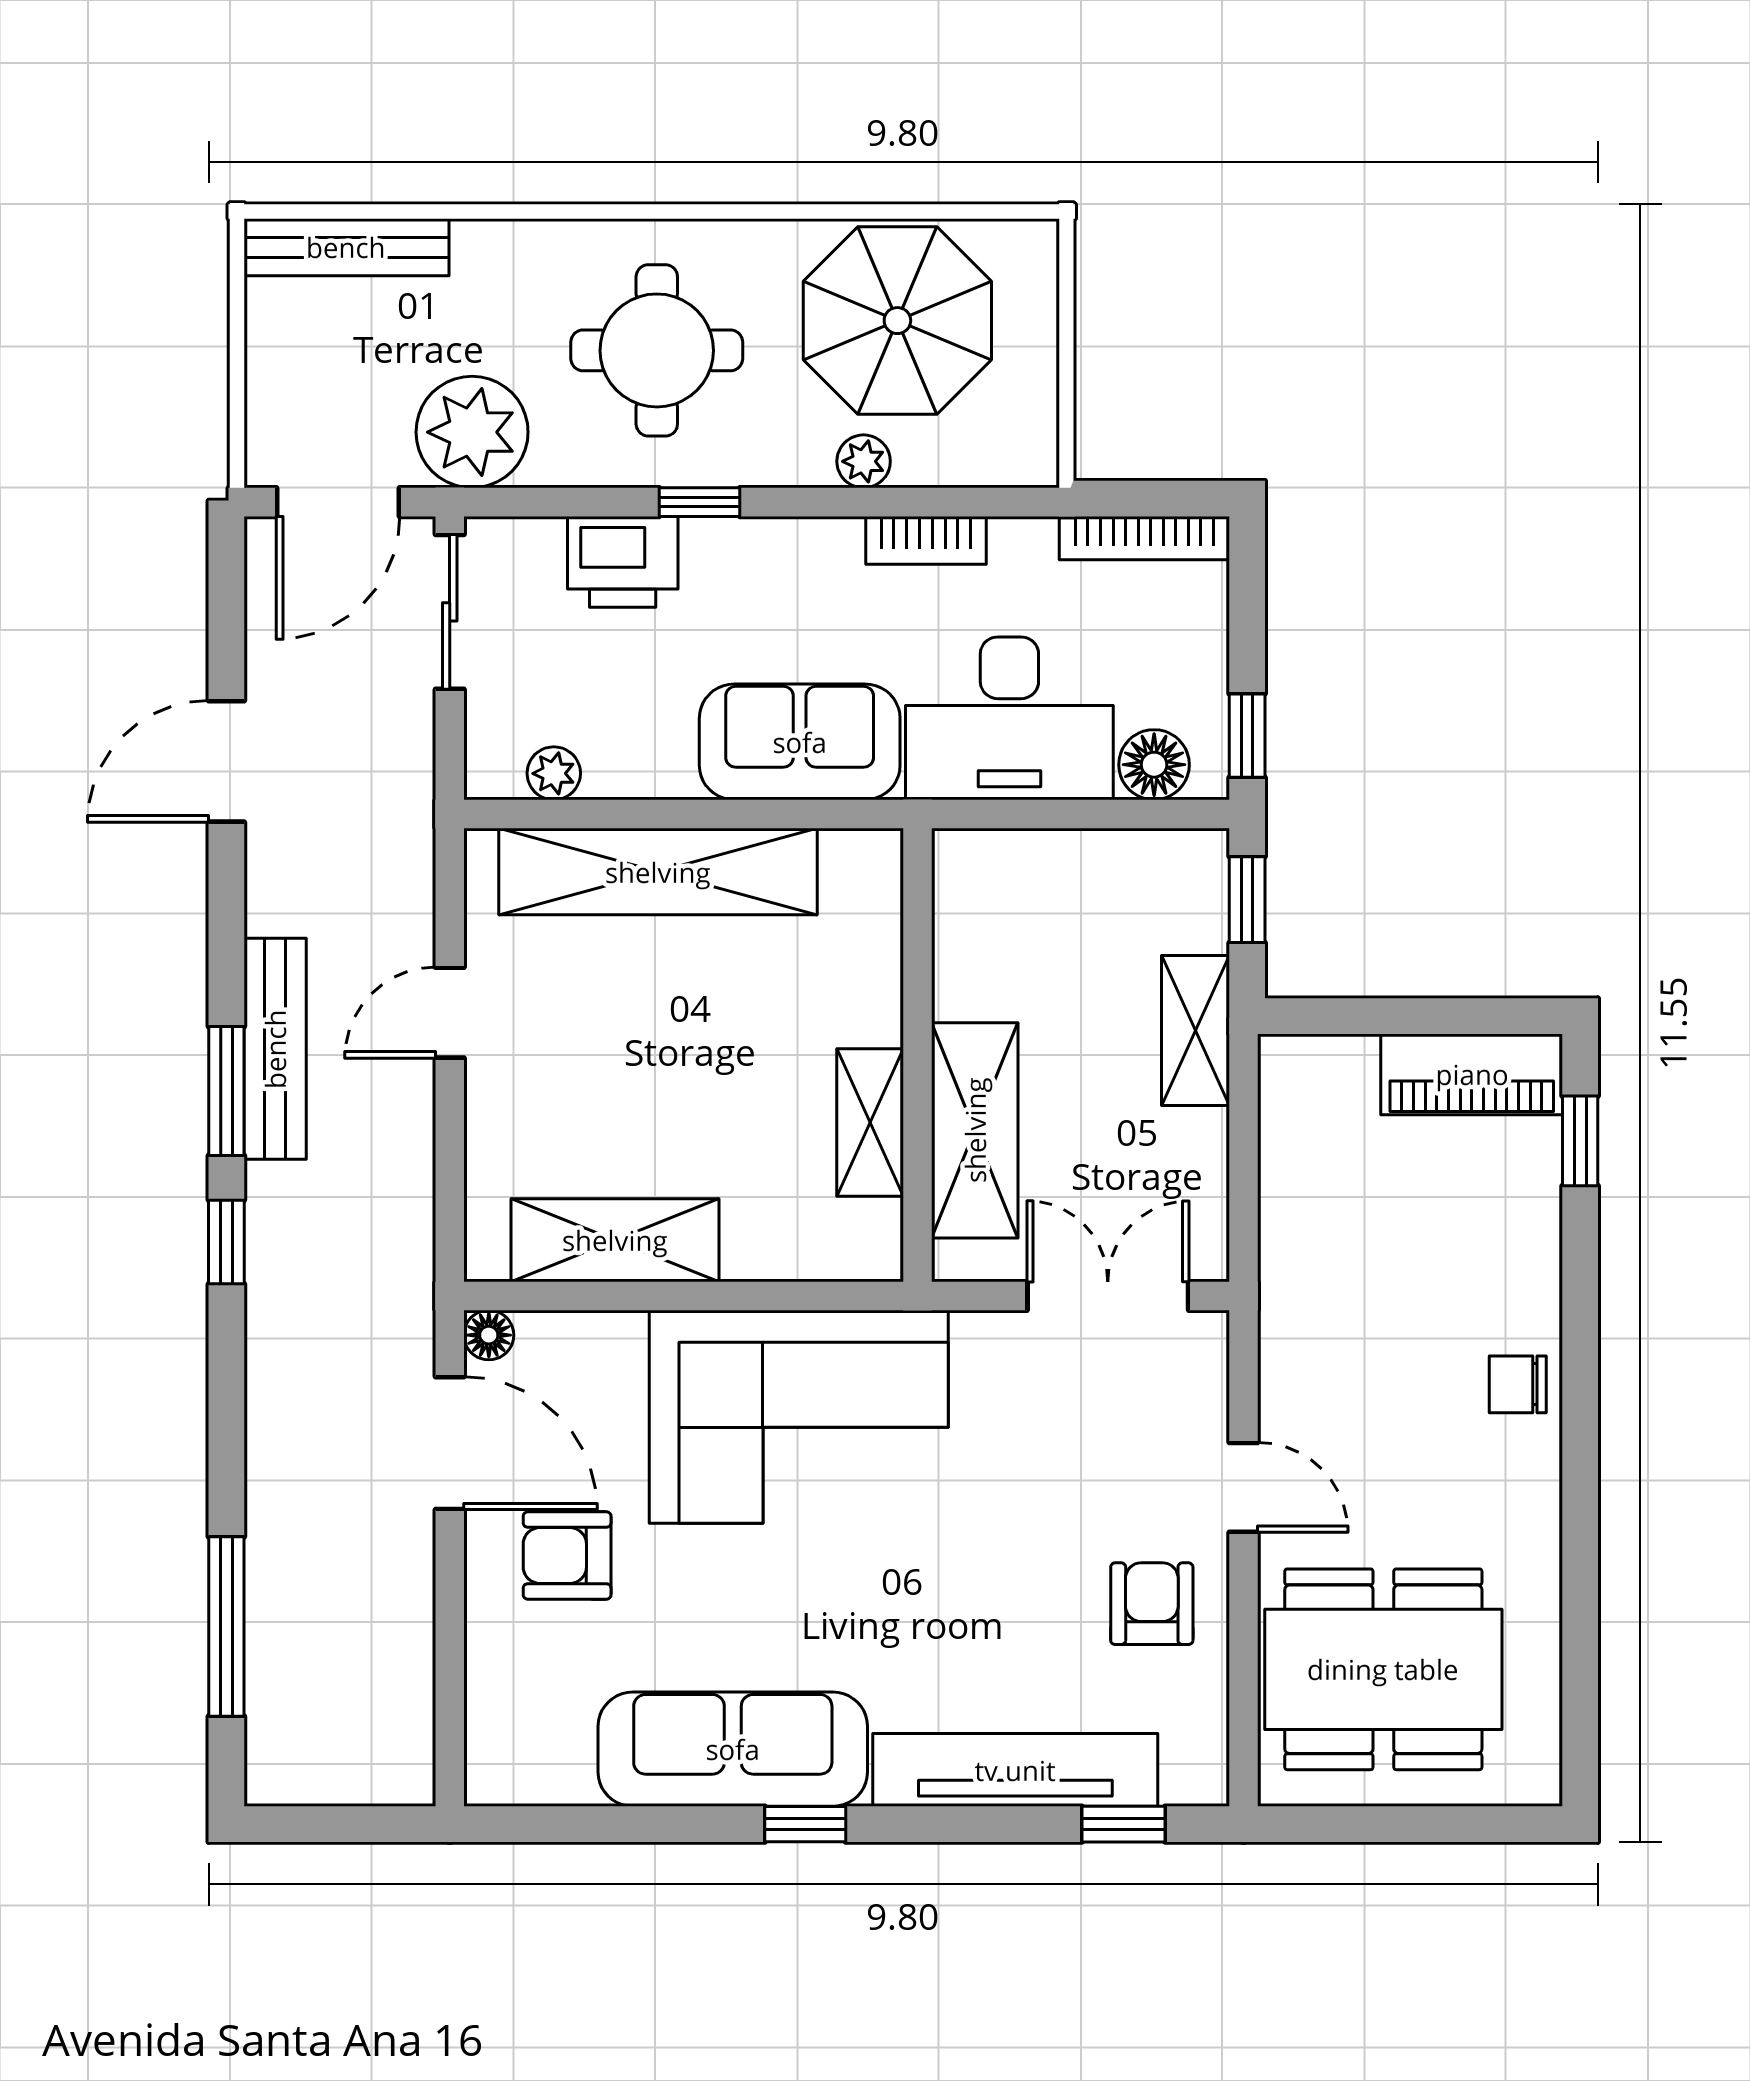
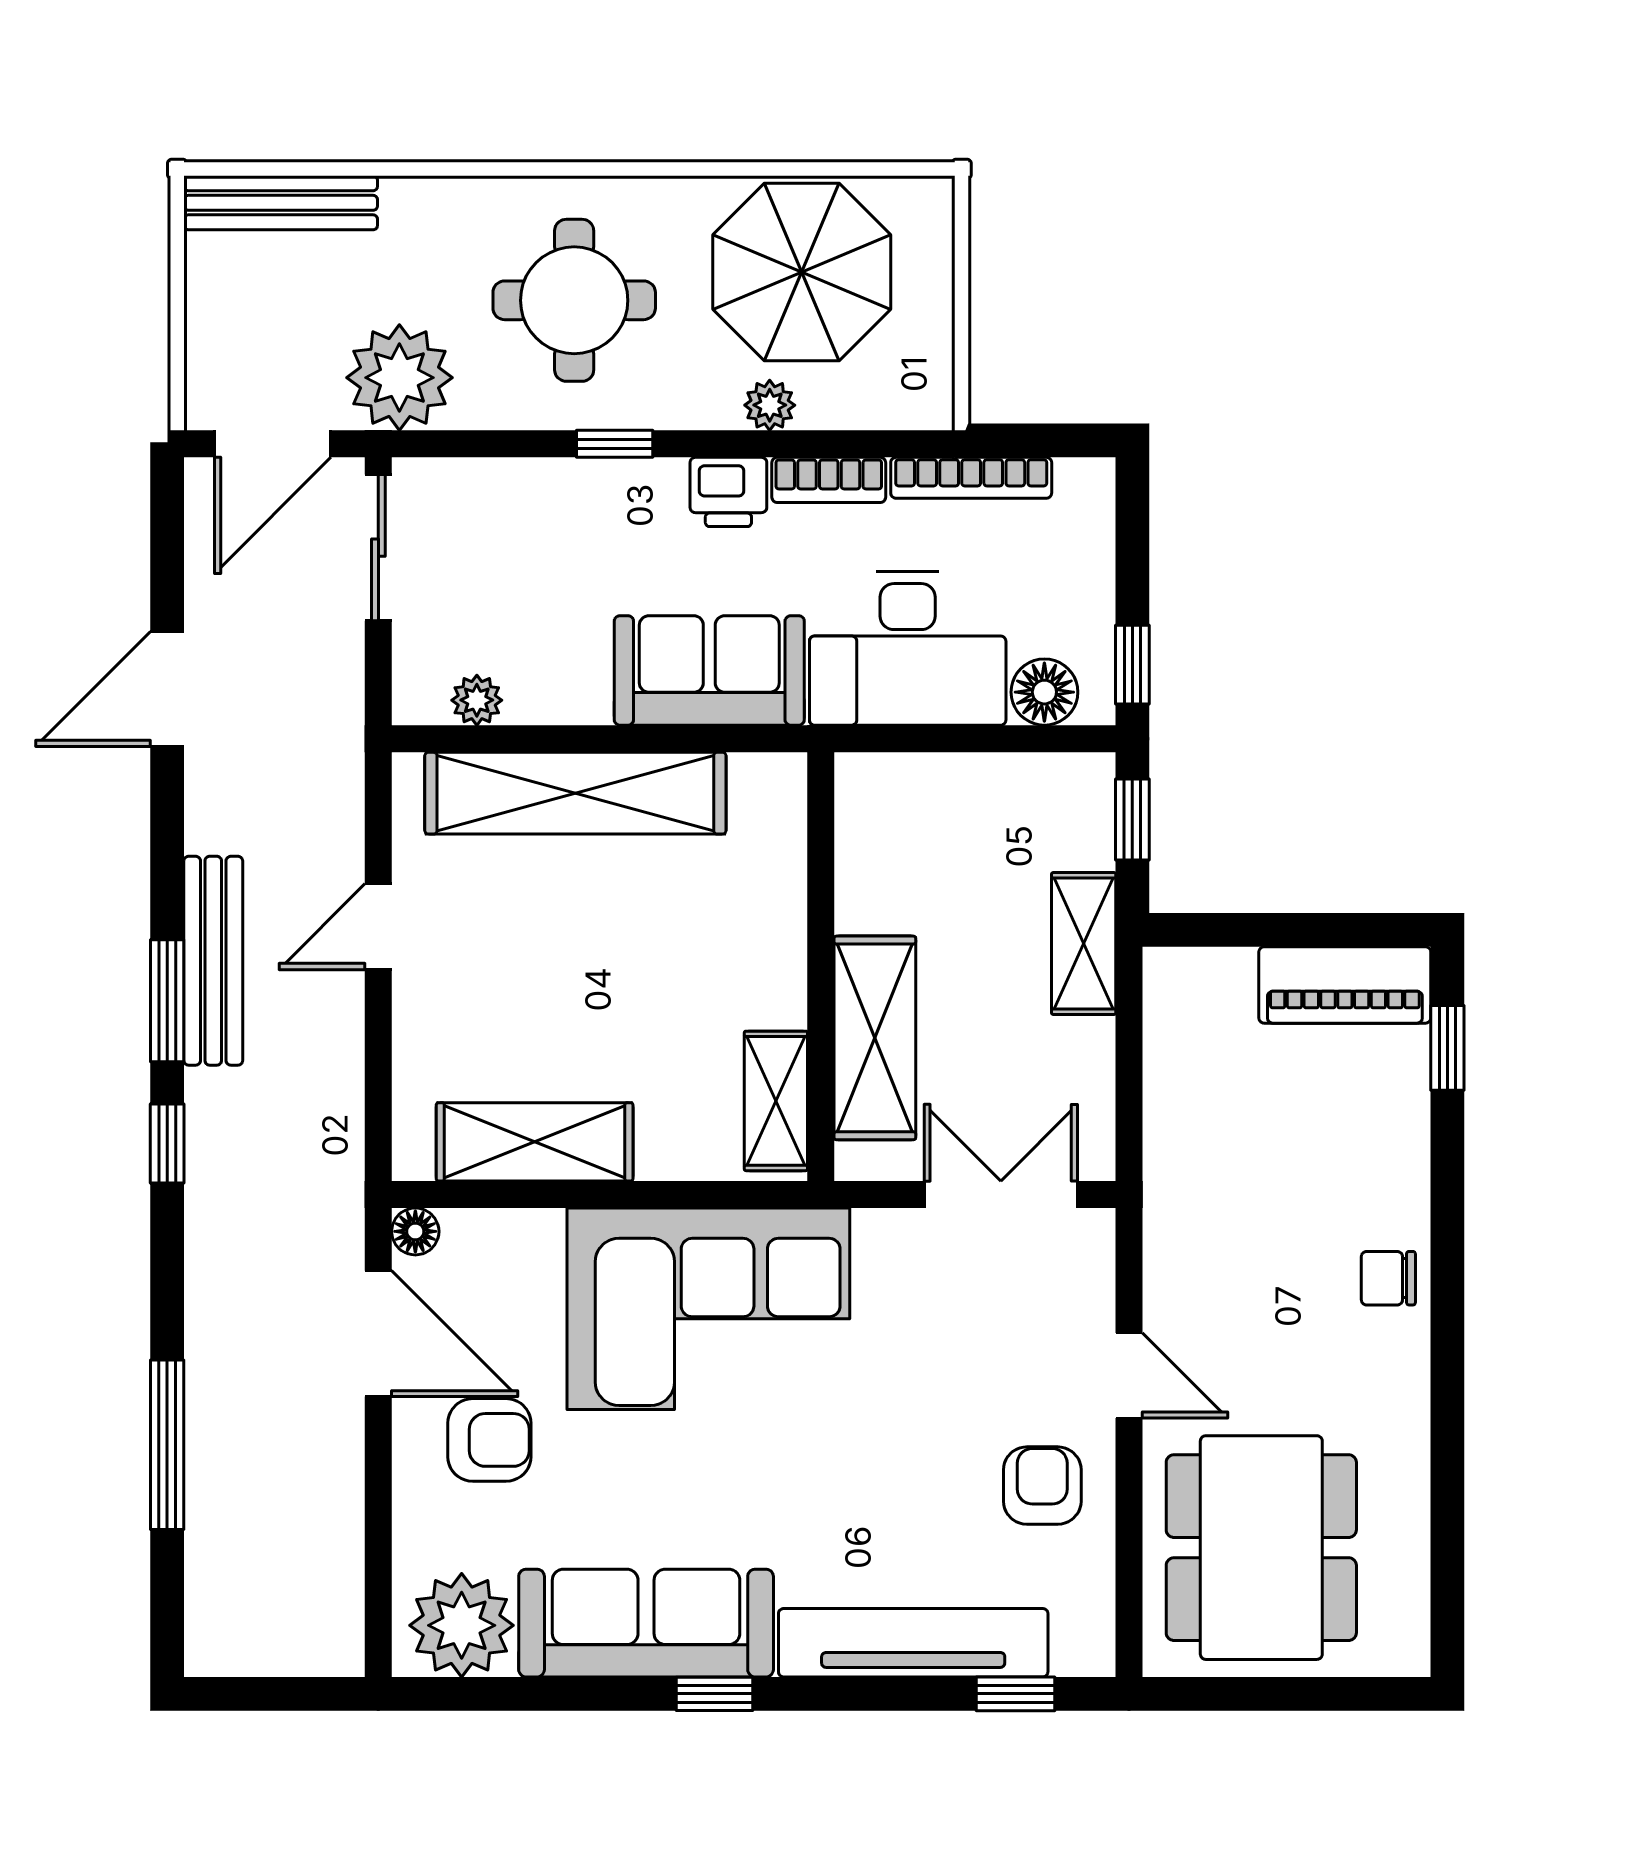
bookcase: (1144, 538) -> (971, 478), moved
printer: (623, 562) -> (728, 492), moved, width x0.73, depth x0.81
shelving: (870, 1123) -> (776, 1101), moved
armchair: (567, 1556) -> (489, 1440), turned 180
window: (226, 1626) -> (167, 1445), moved
dining table: (1383, 1669) -> (1261, 1548), turned 90
plant: (538, 1751) -> (462, 1625), added

